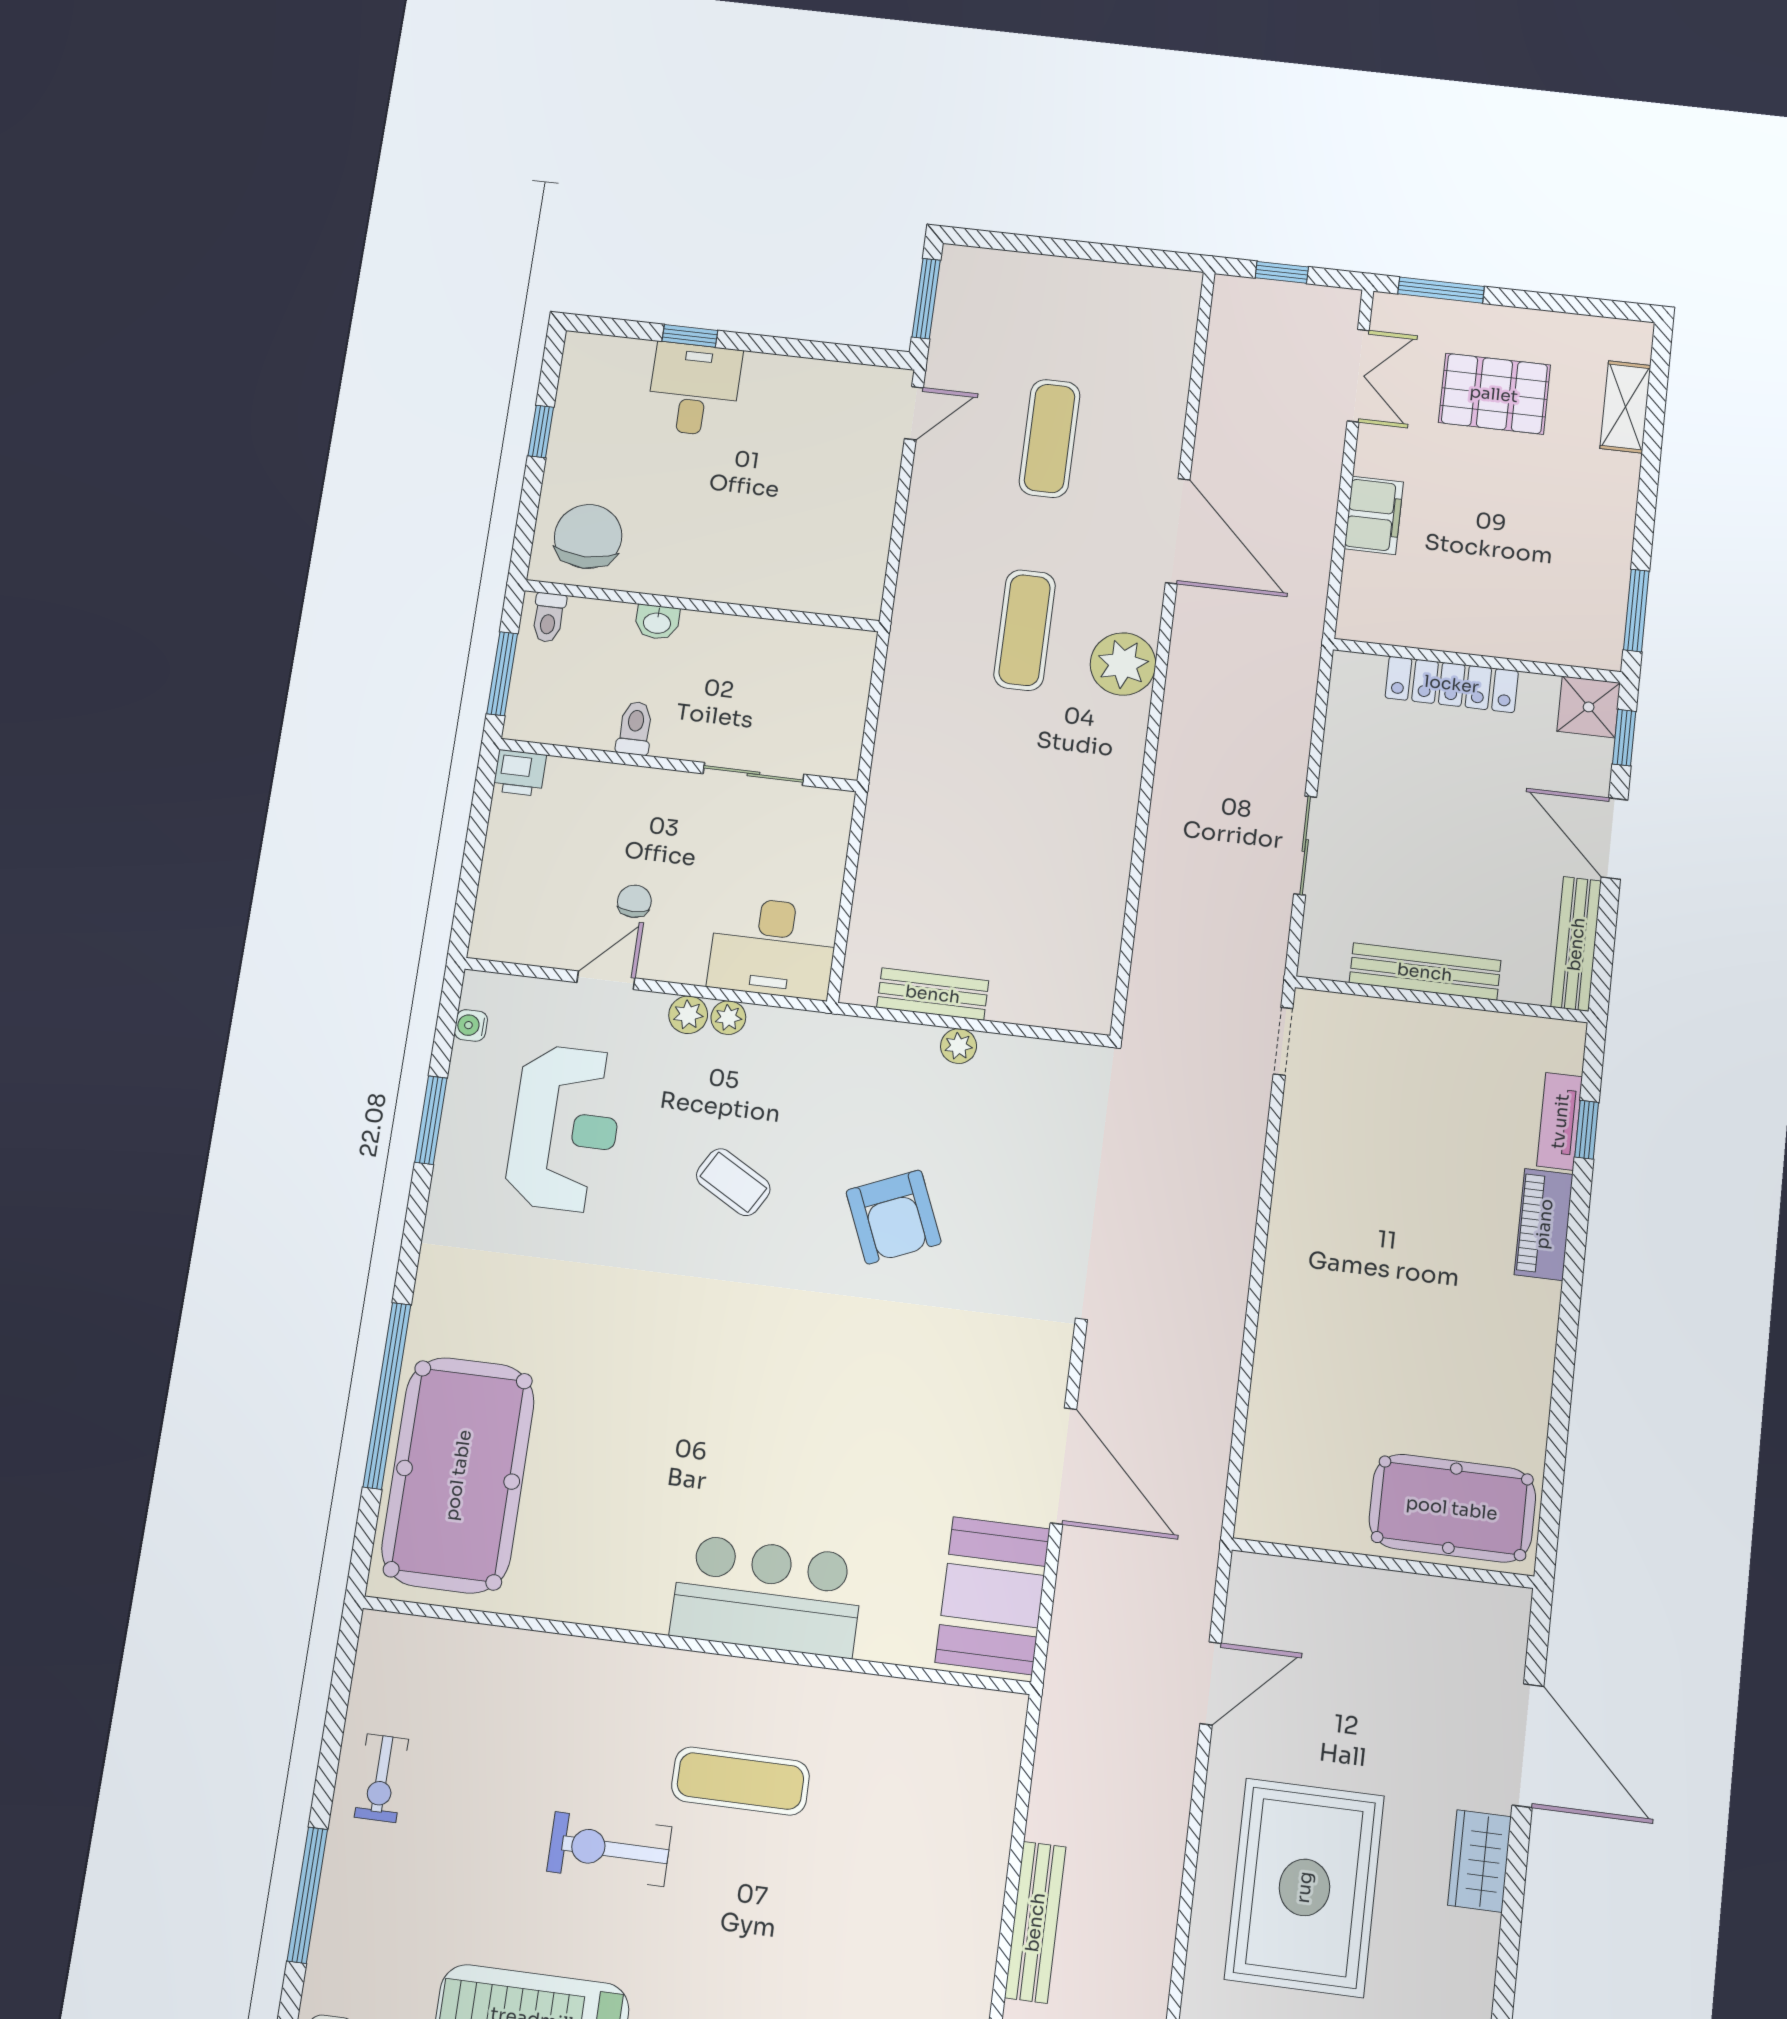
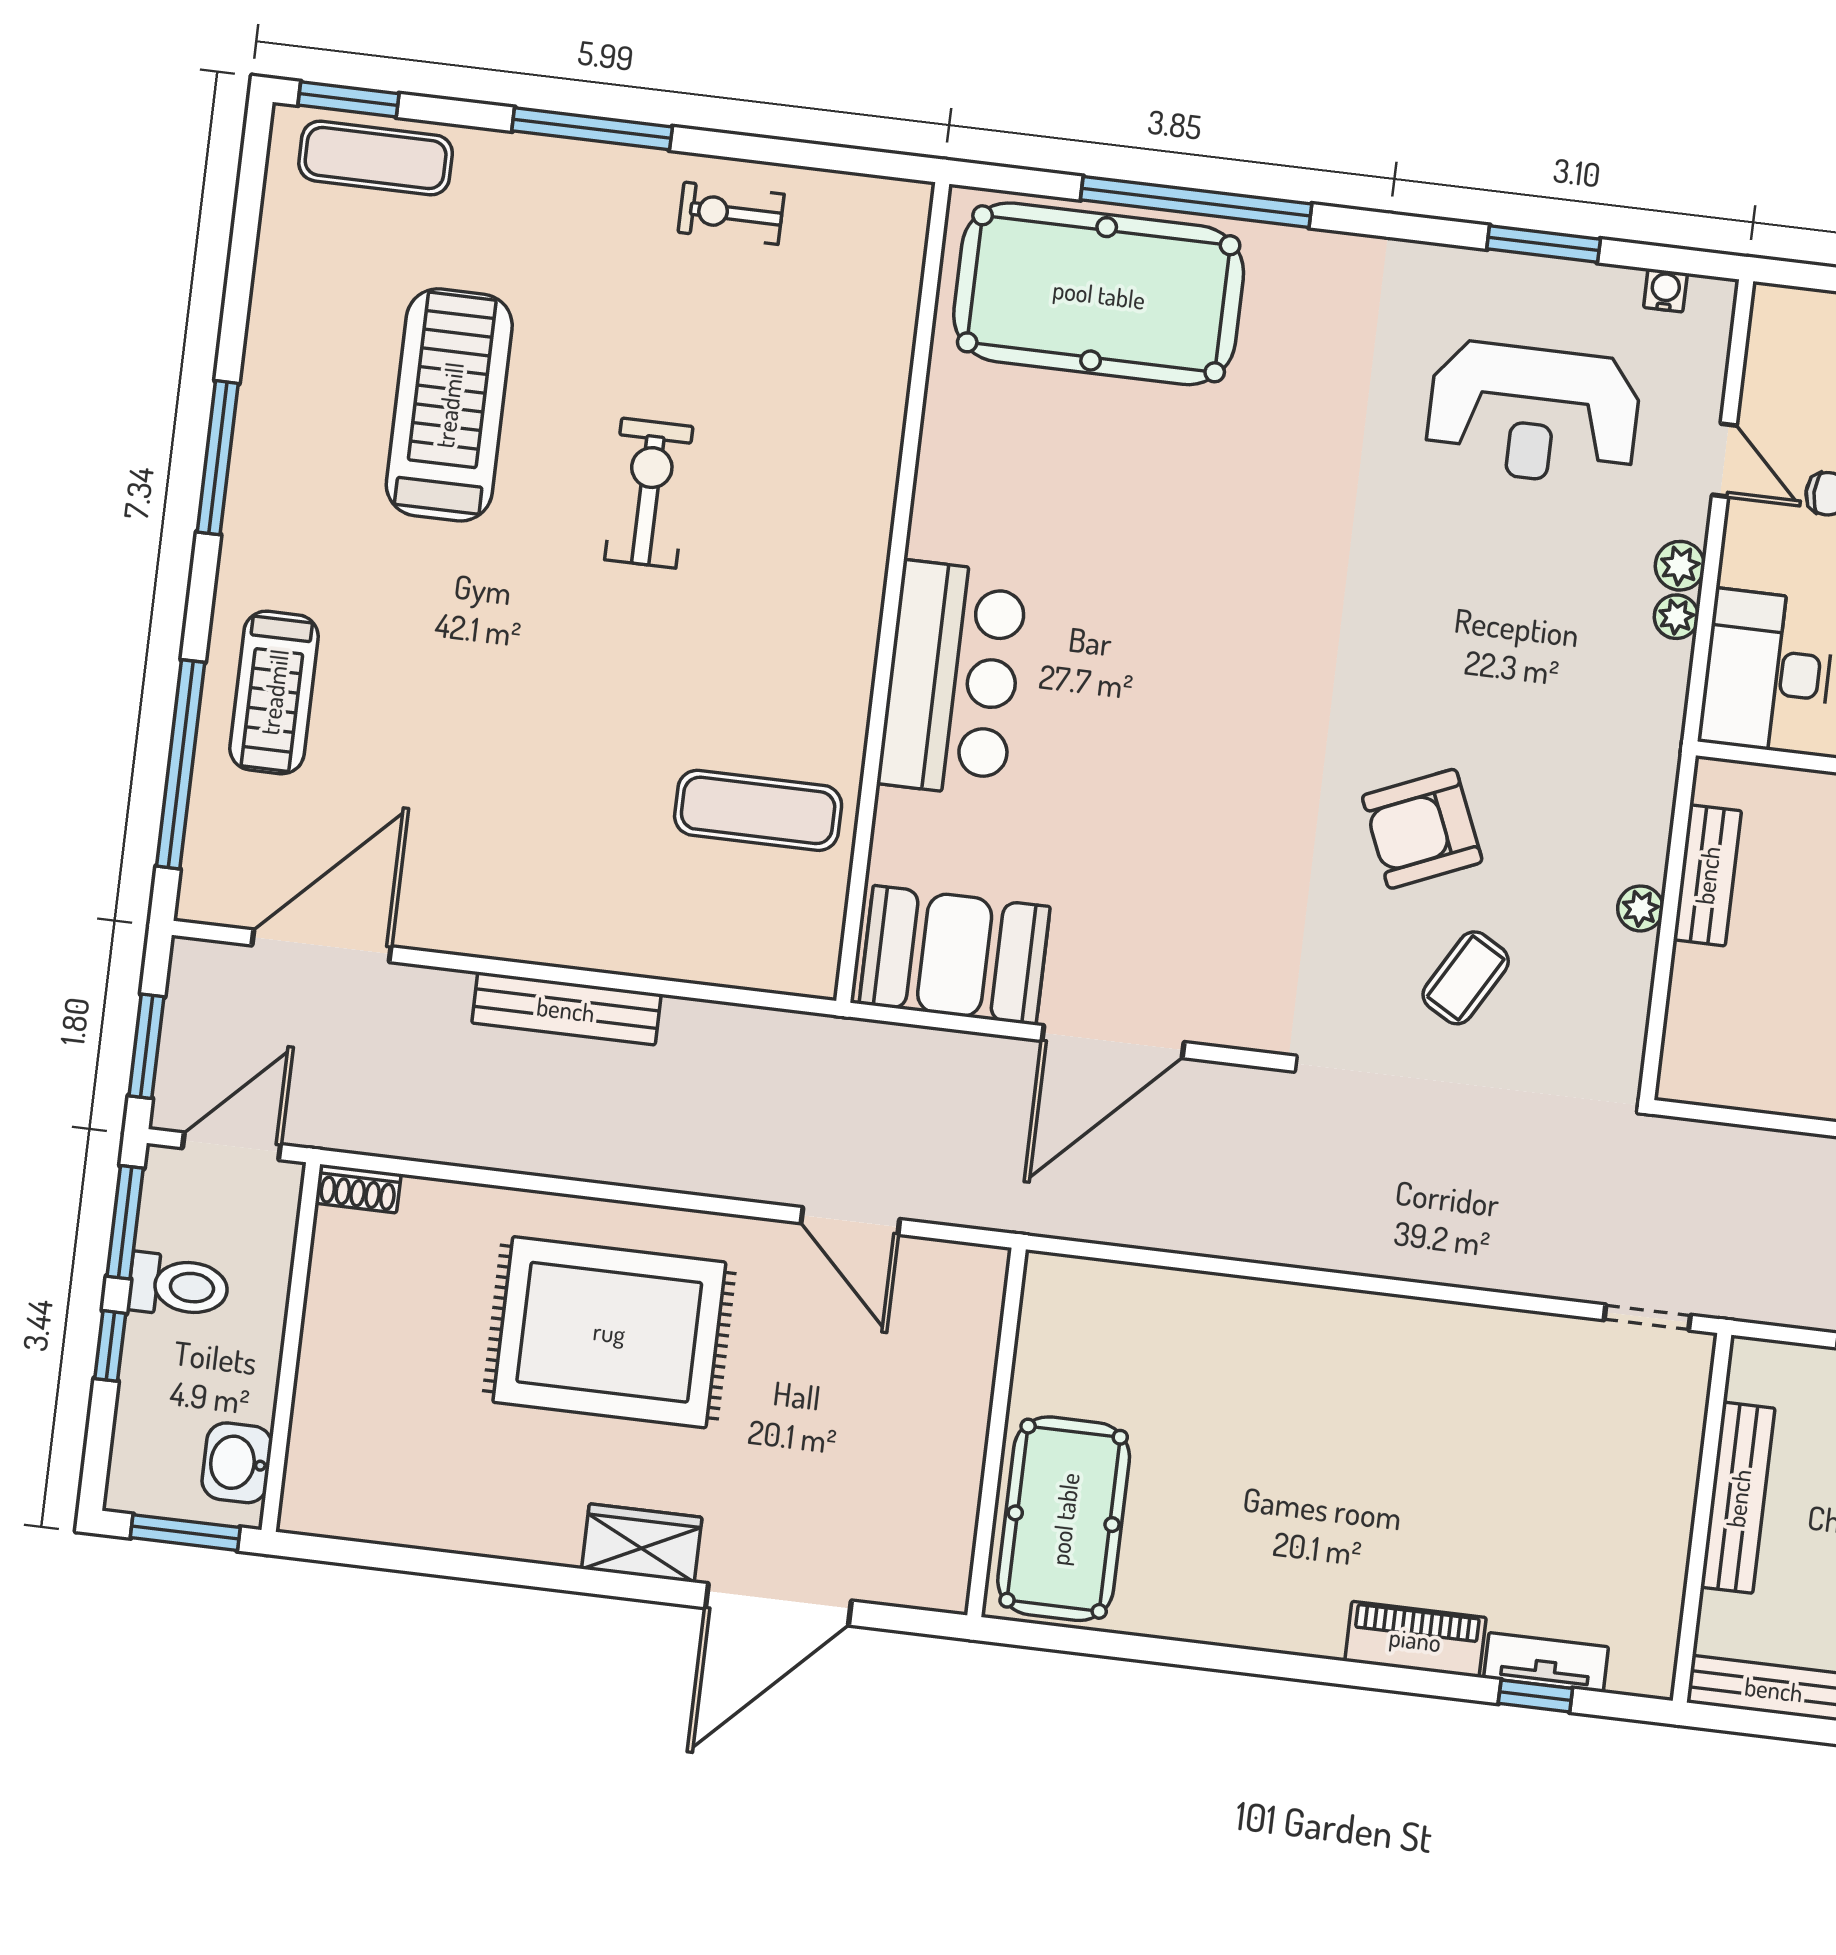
coffee table: (733, 1182) -> (1466, 978), moved
exercise mat: (740, 1781) -> (758, 810), moved, turned 90

